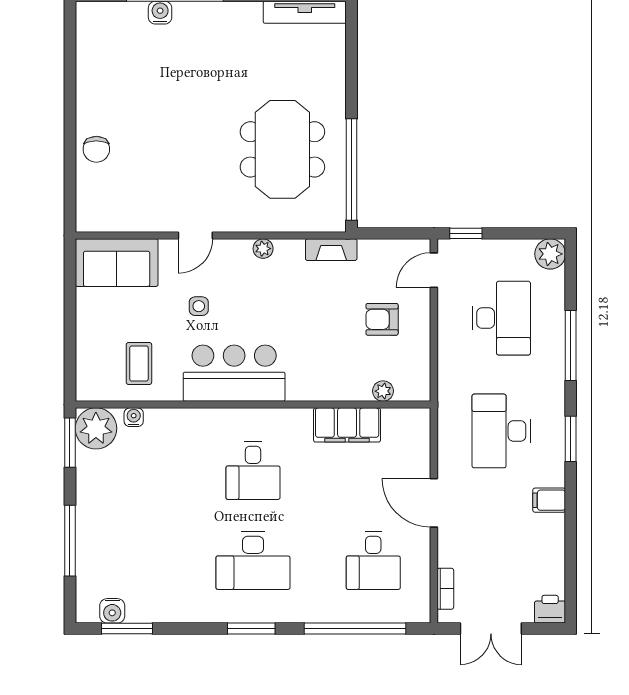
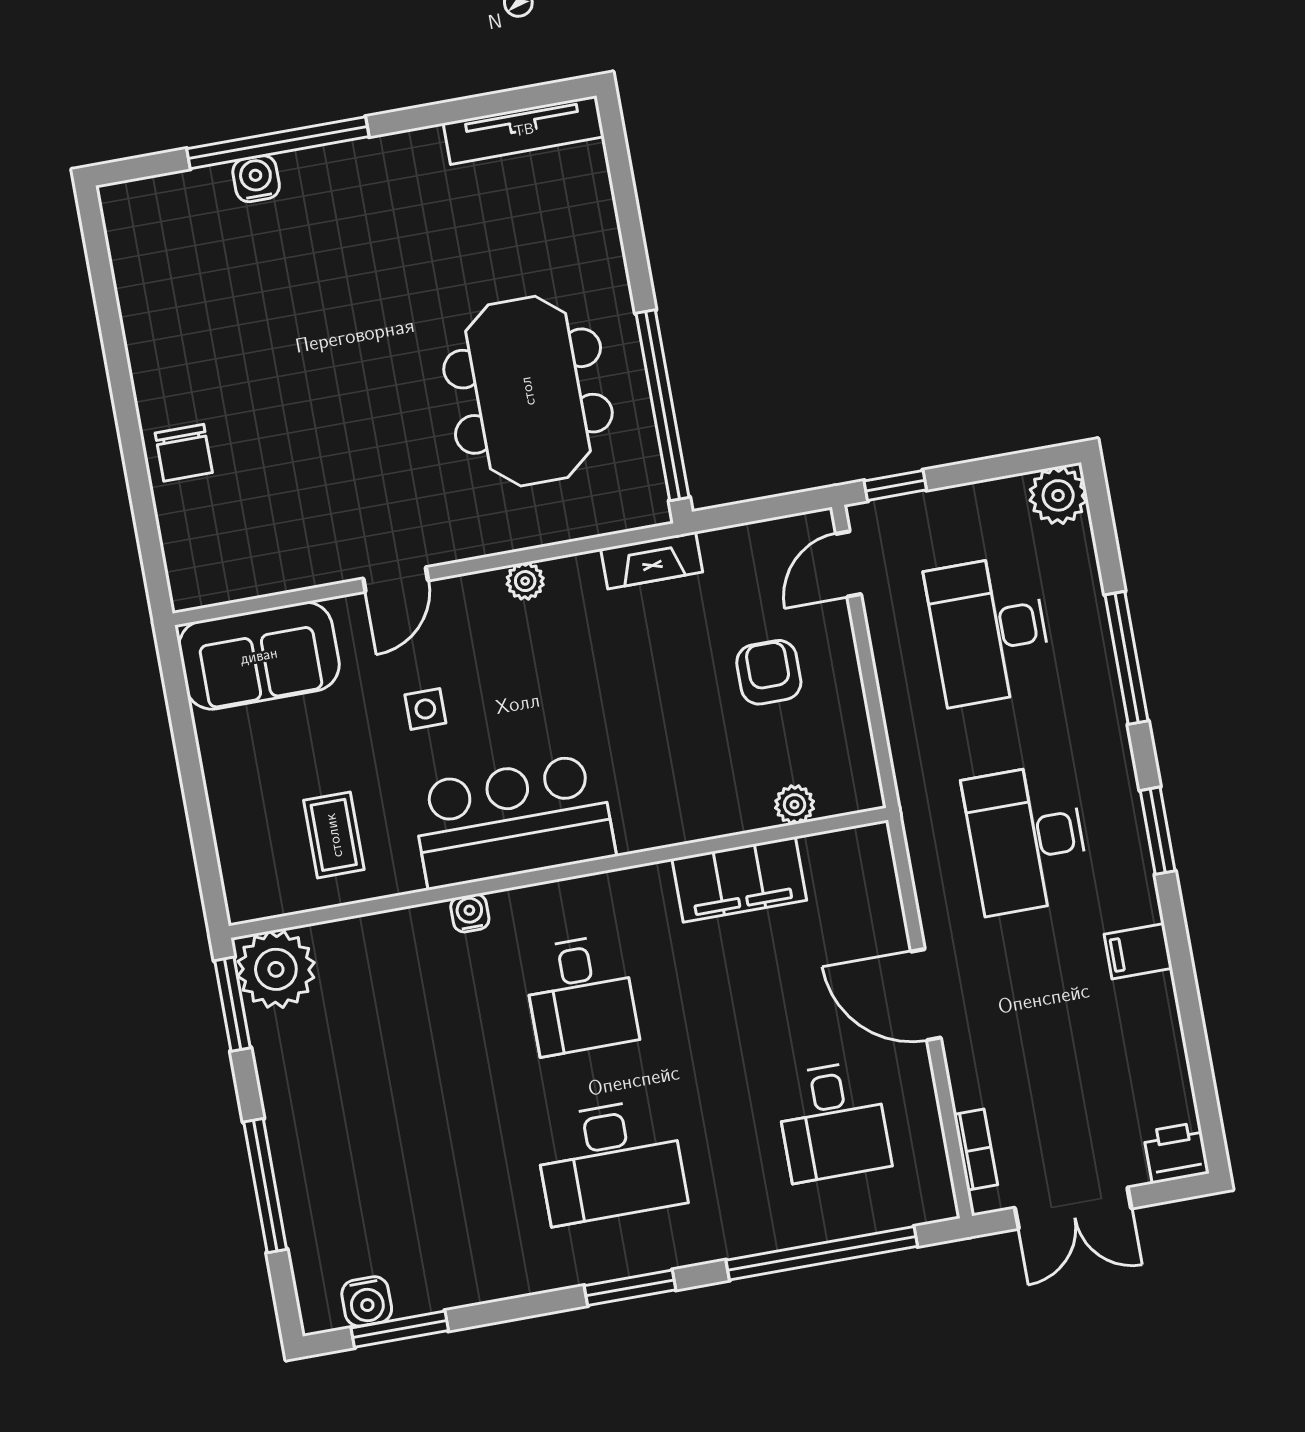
desk: (501, 318) -> (989, 630), turned 180
armchair: (382, 319) -> (769, 672), turned 90
water cooler: (134, 417) -> (470, 913), moved

